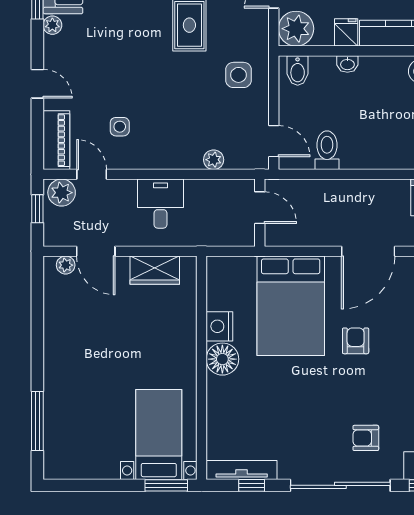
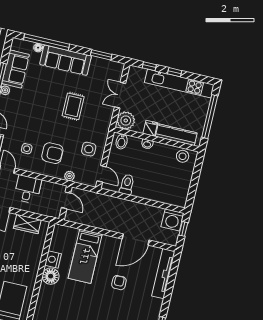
side table: (239, 75) -> (89, 149), moved
armchair: (171, 124) -> (52, 153), added
desk: (160, 204) -> (28, 189), moved
door: (260, 208) -> (66, 200), moved
wall: (260, 213) -> (65, 203), moved
bed: (291, 306) -> (85, 256), width x0.67

